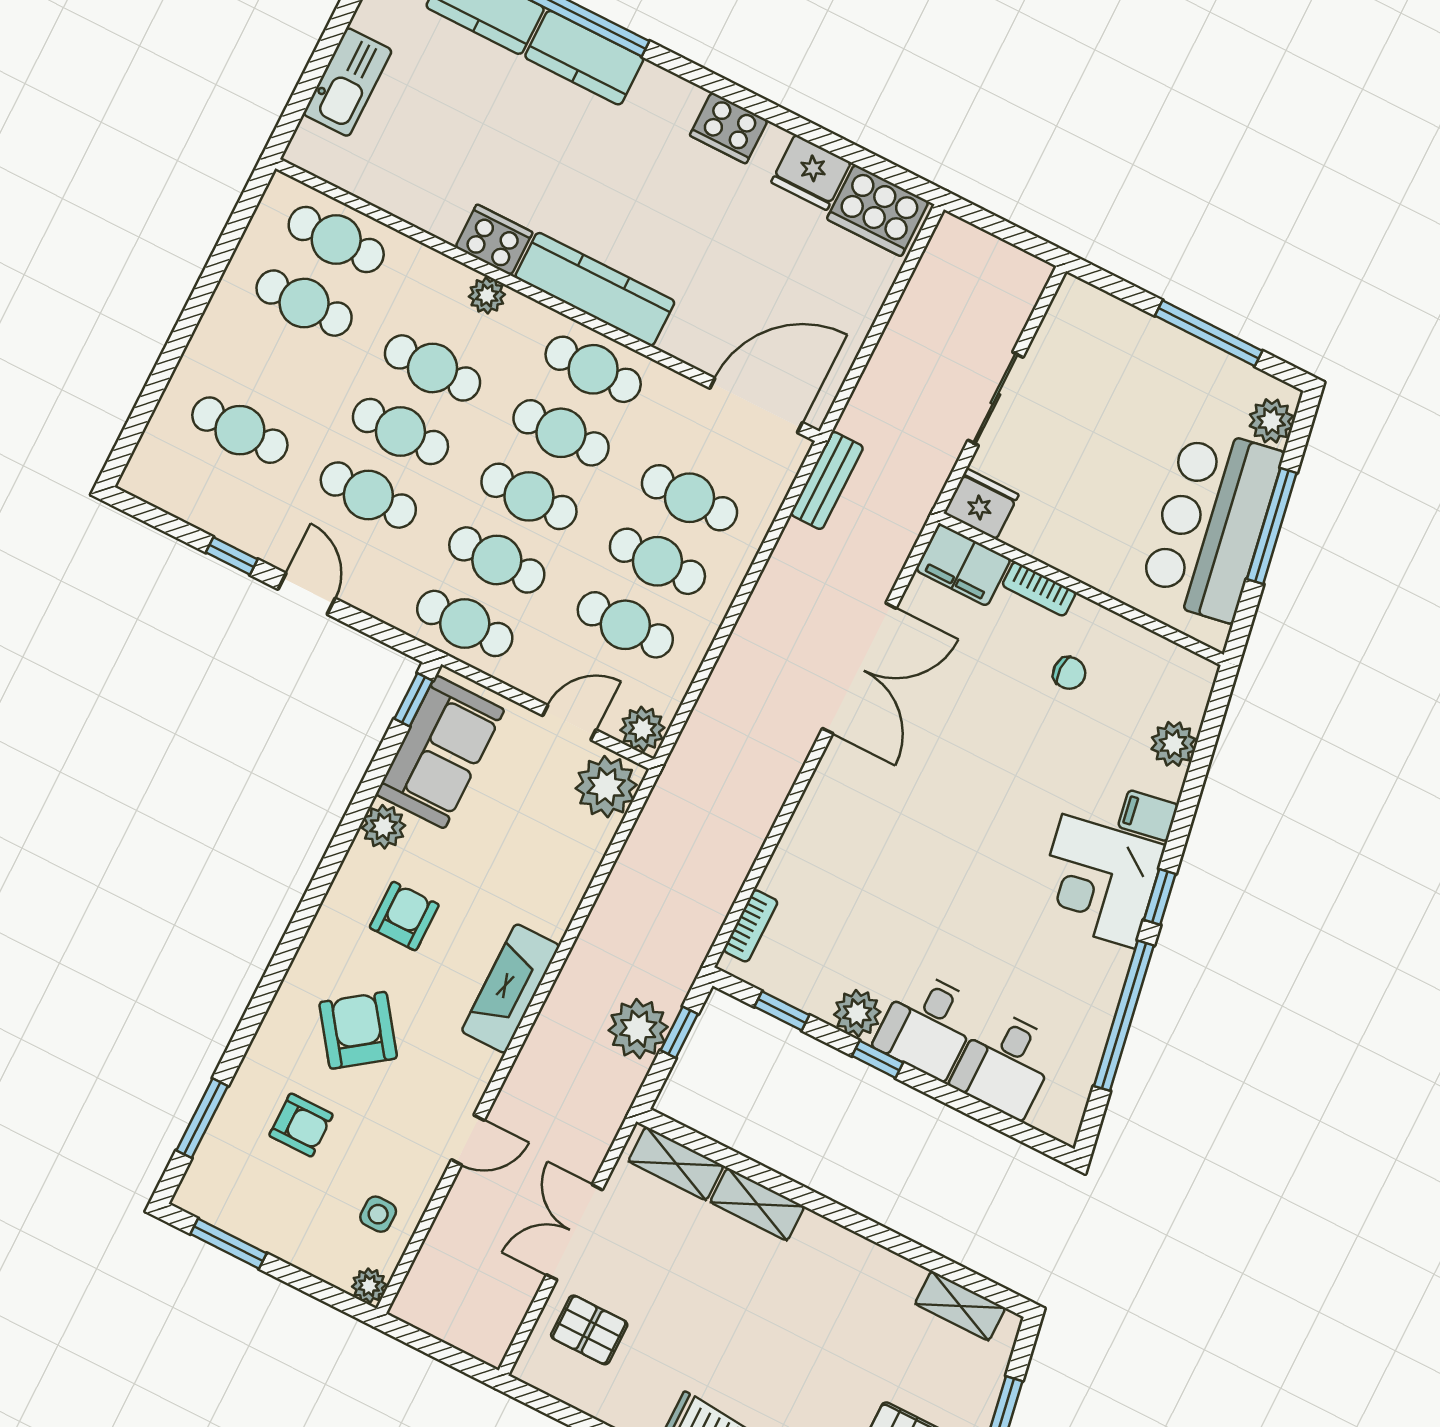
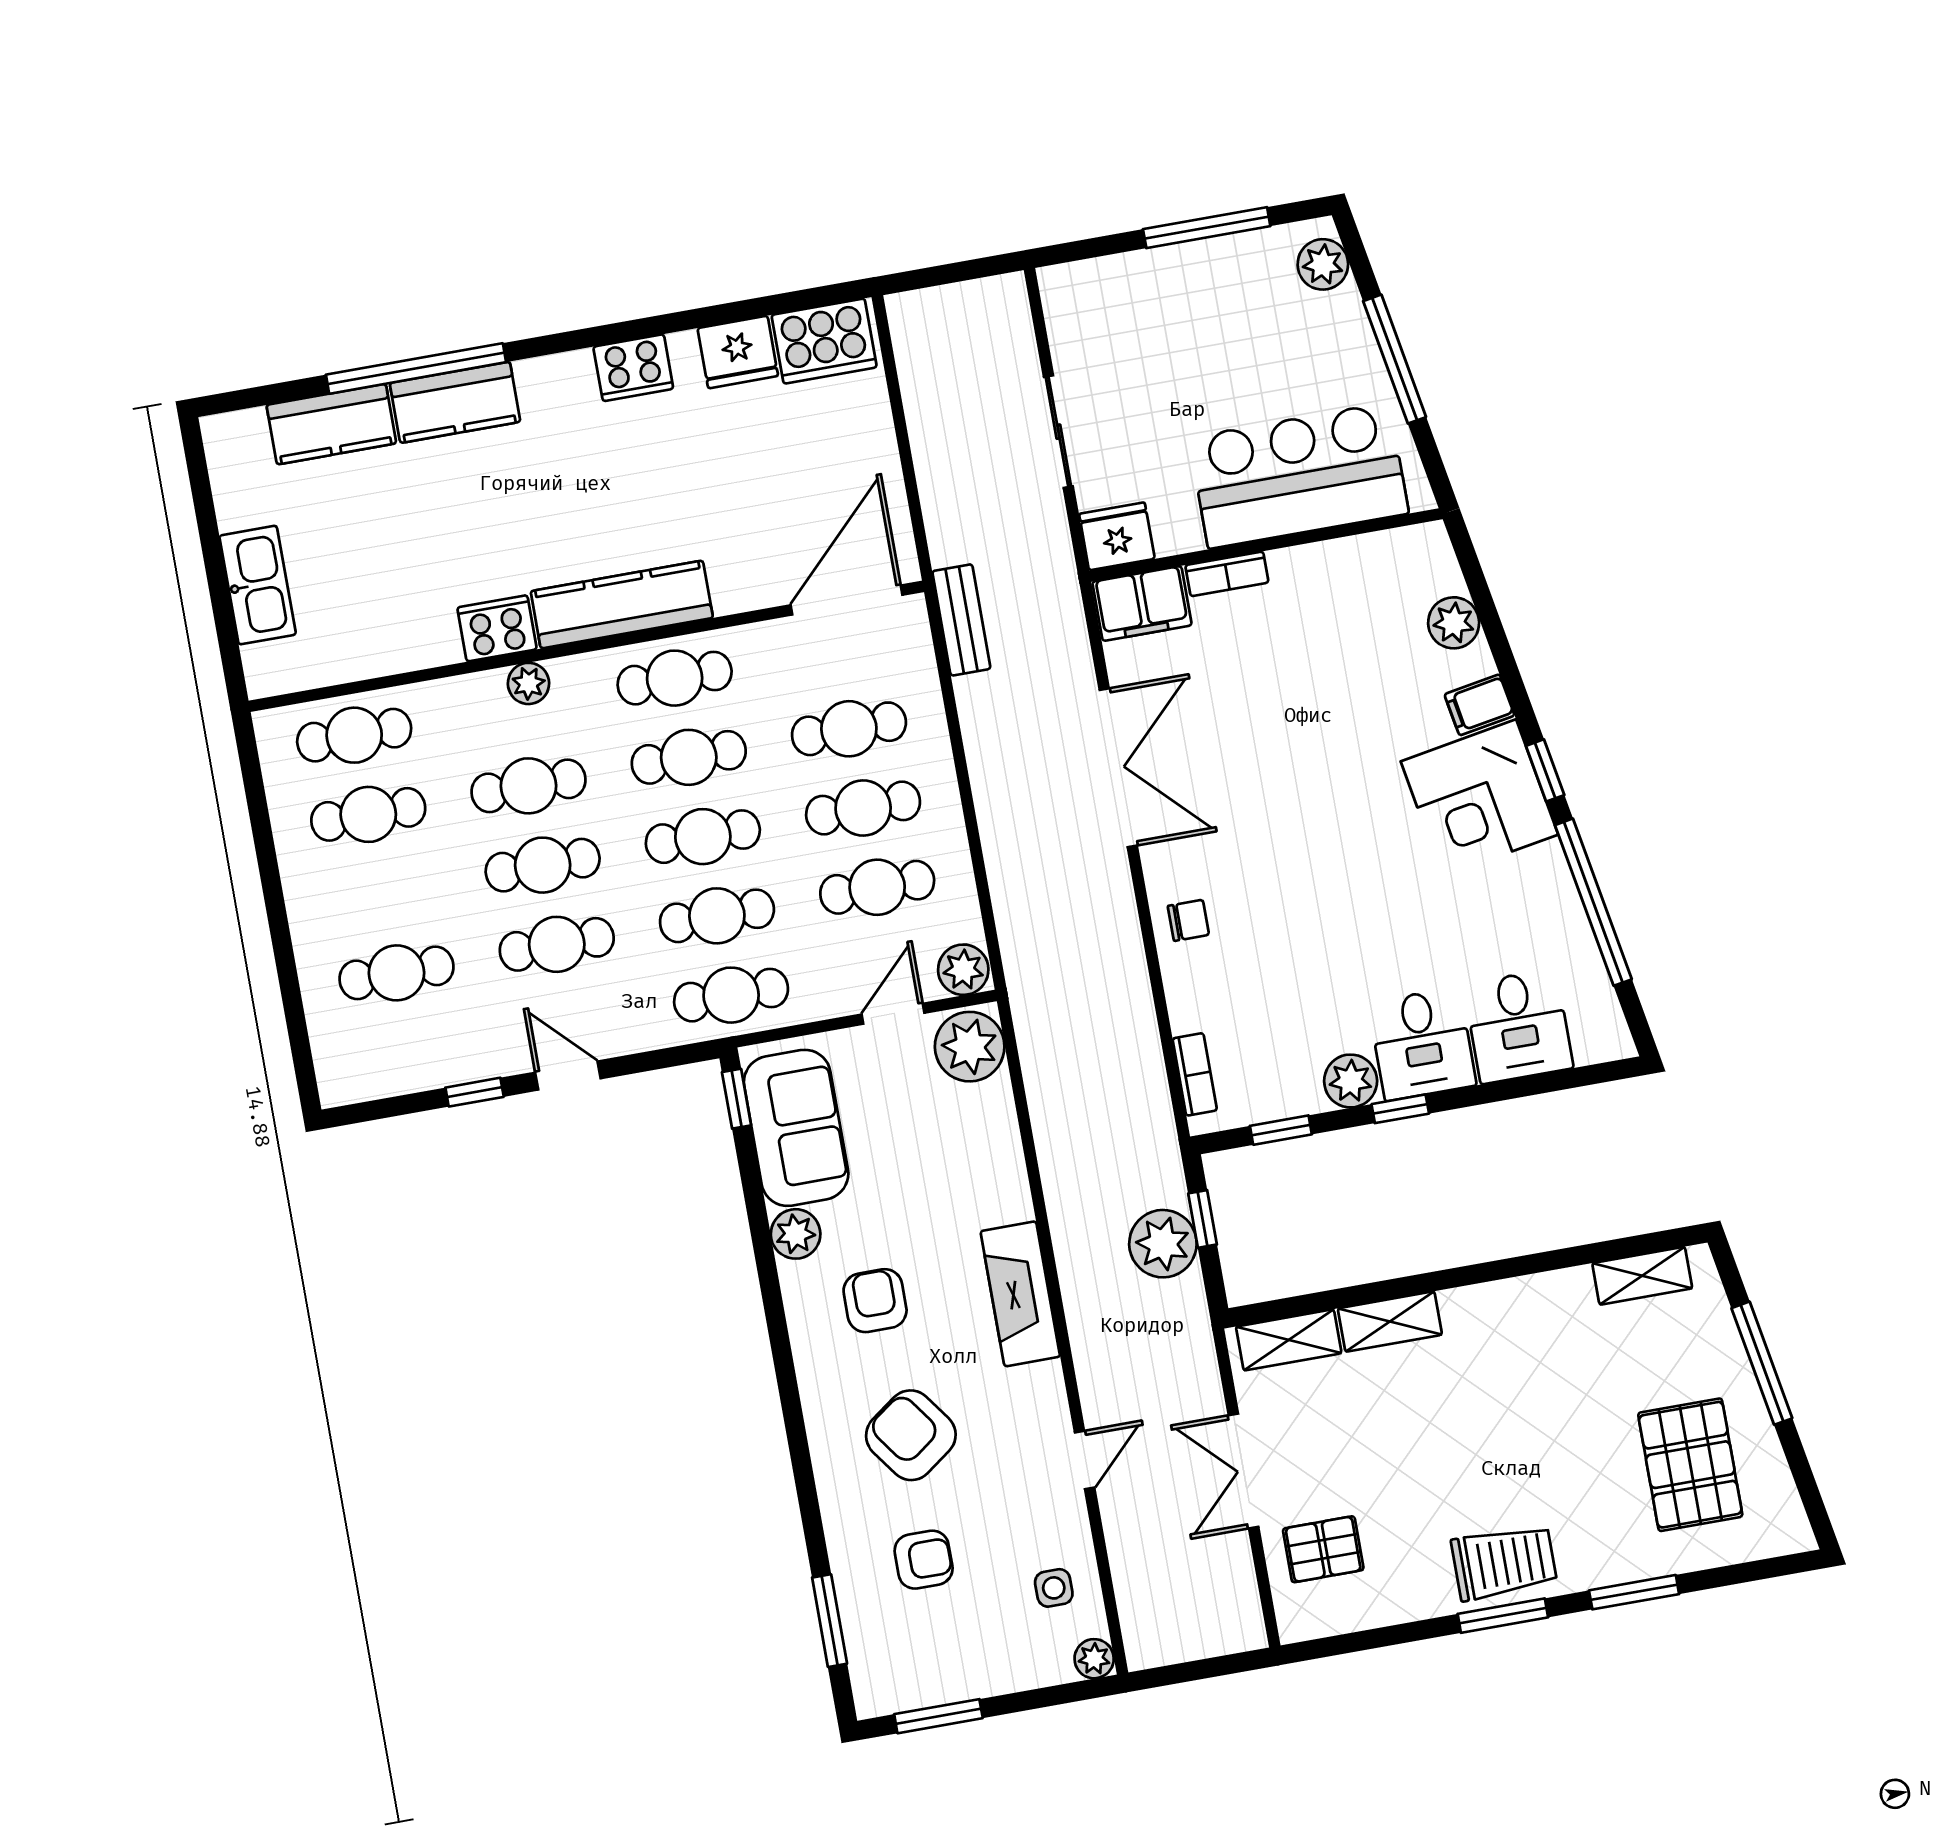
bar counter: (1211, 524) -> (1299, 476), moved, turned 100
chair: (1069, 673) -> (1188, 920), moved

